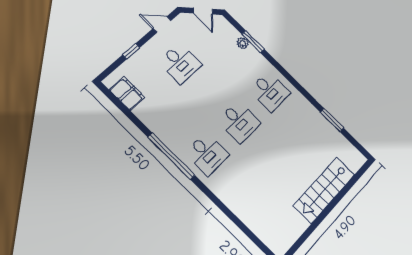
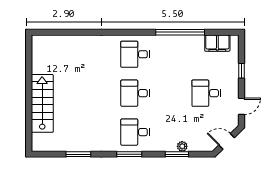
window: (291, 80) -> (129, 154), added
window: (171, 156) -> (180, 32), moved

